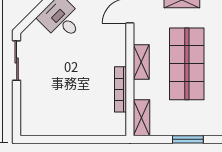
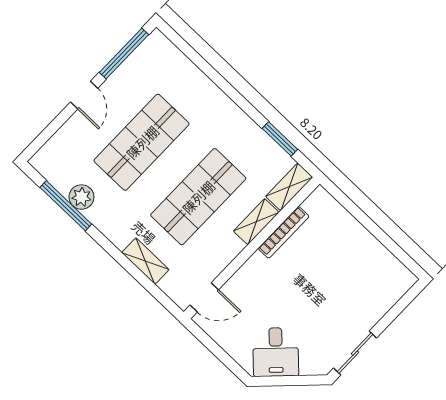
shelving: (141, 62) -> (256, 222), moved
window: (188, 139) -> (280, 139), moved

